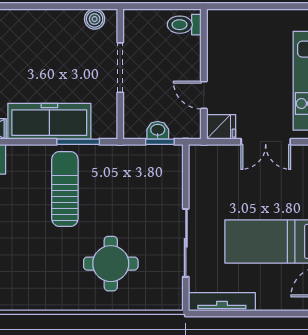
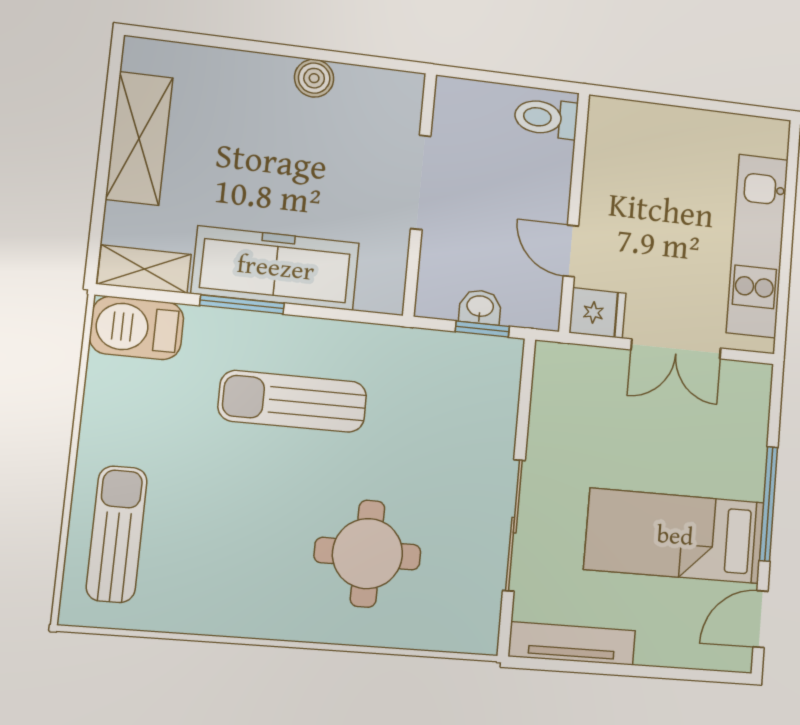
boiler: (95, 19) -> (314, 78), moved
window: (78, 142) -> (242, 304), moved
sun lounger: (65, 189) -> (293, 401), turned -90

